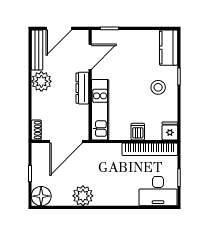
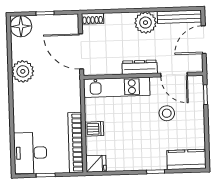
door: (59, 28) -> (204, 40), hinge flipped
stool: (158, 87) -> (167, 113), moved

